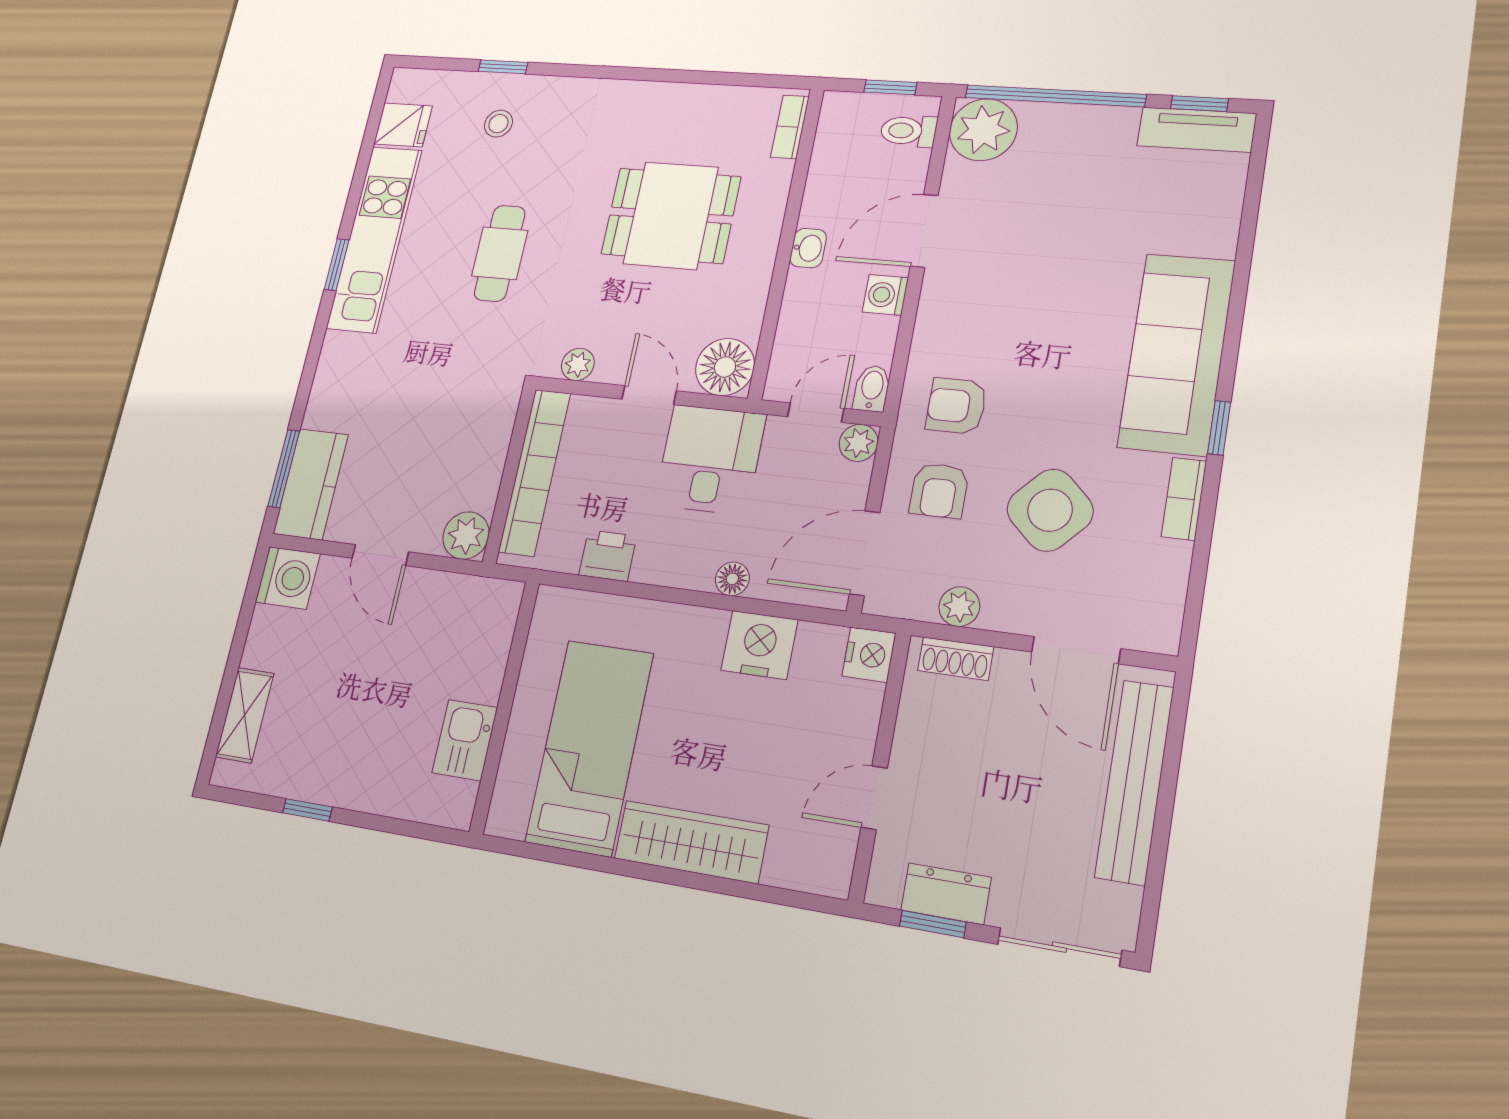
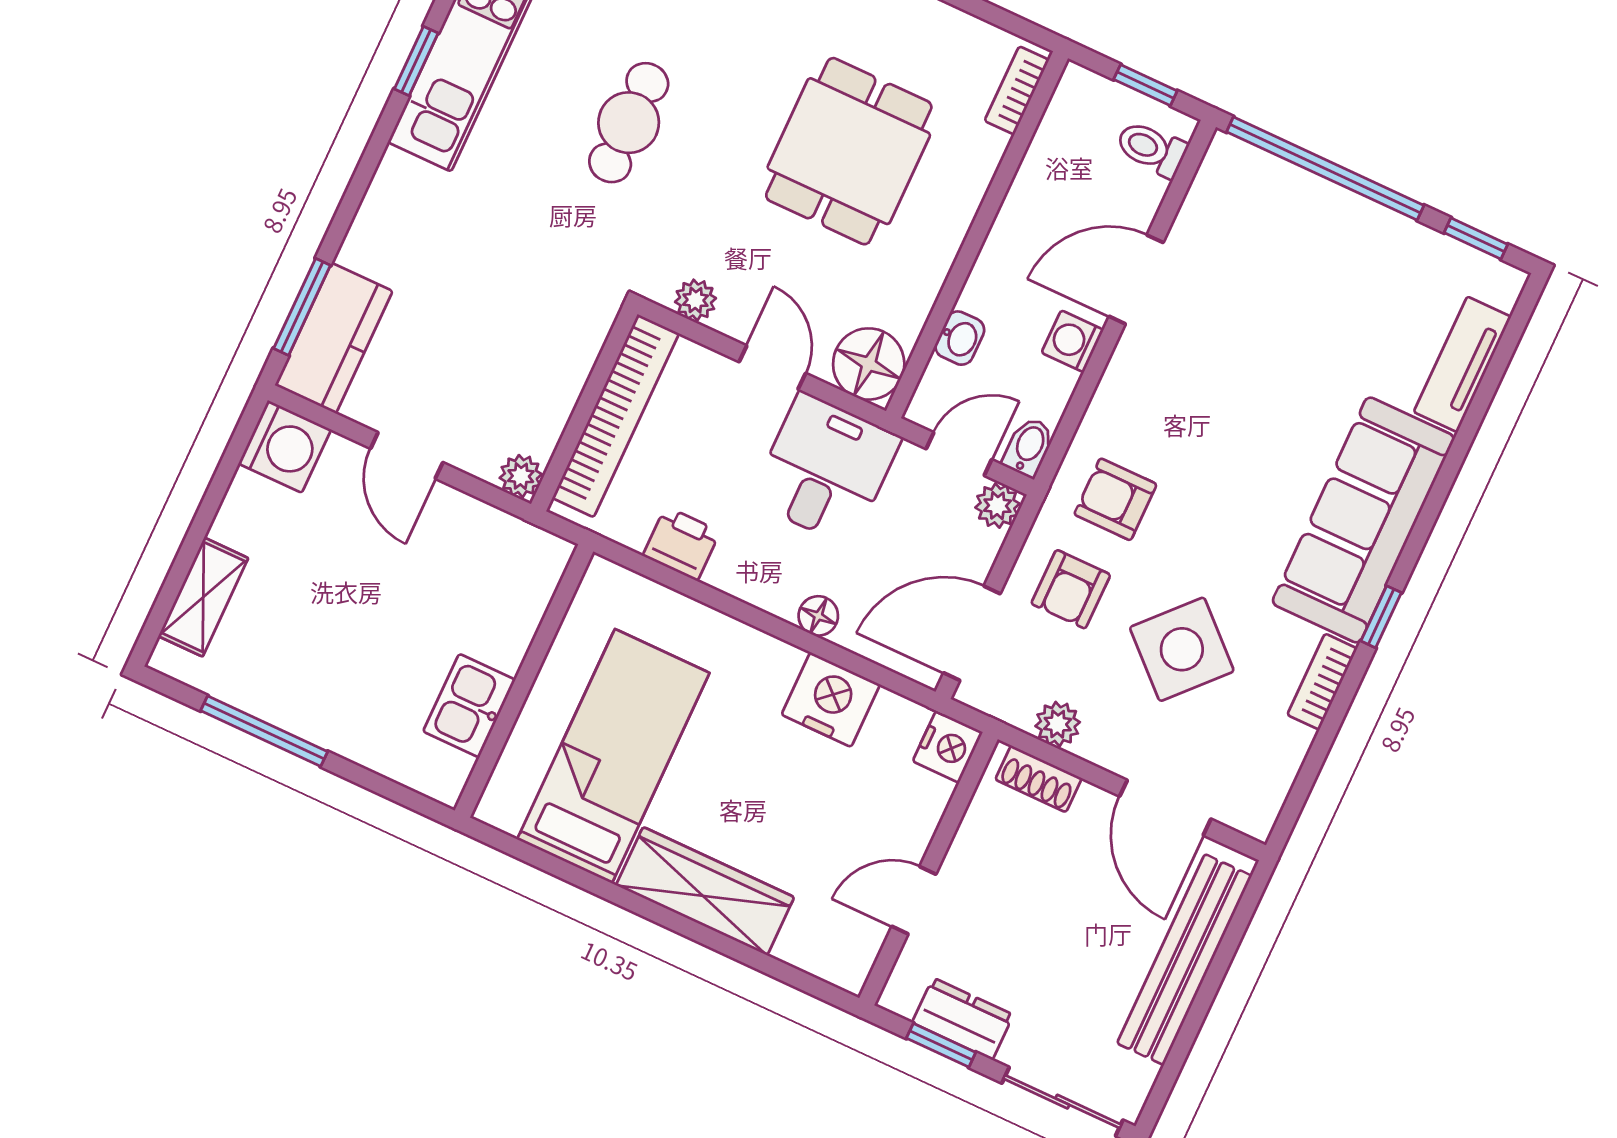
plant: (983, 130) -> (1235, 180), removed
tv unit: (1197, 130) -> (1462, 364), moved, turned 90
dining table: (671, 215) -> (849, 151), turned 90
washbasin: (808, 248) -> (960, 338), moved
plant: (466, 536) -> (521, 476), width x0.73, depth x0.73
window: (307, 810) -> (264, 731), width x2.17

